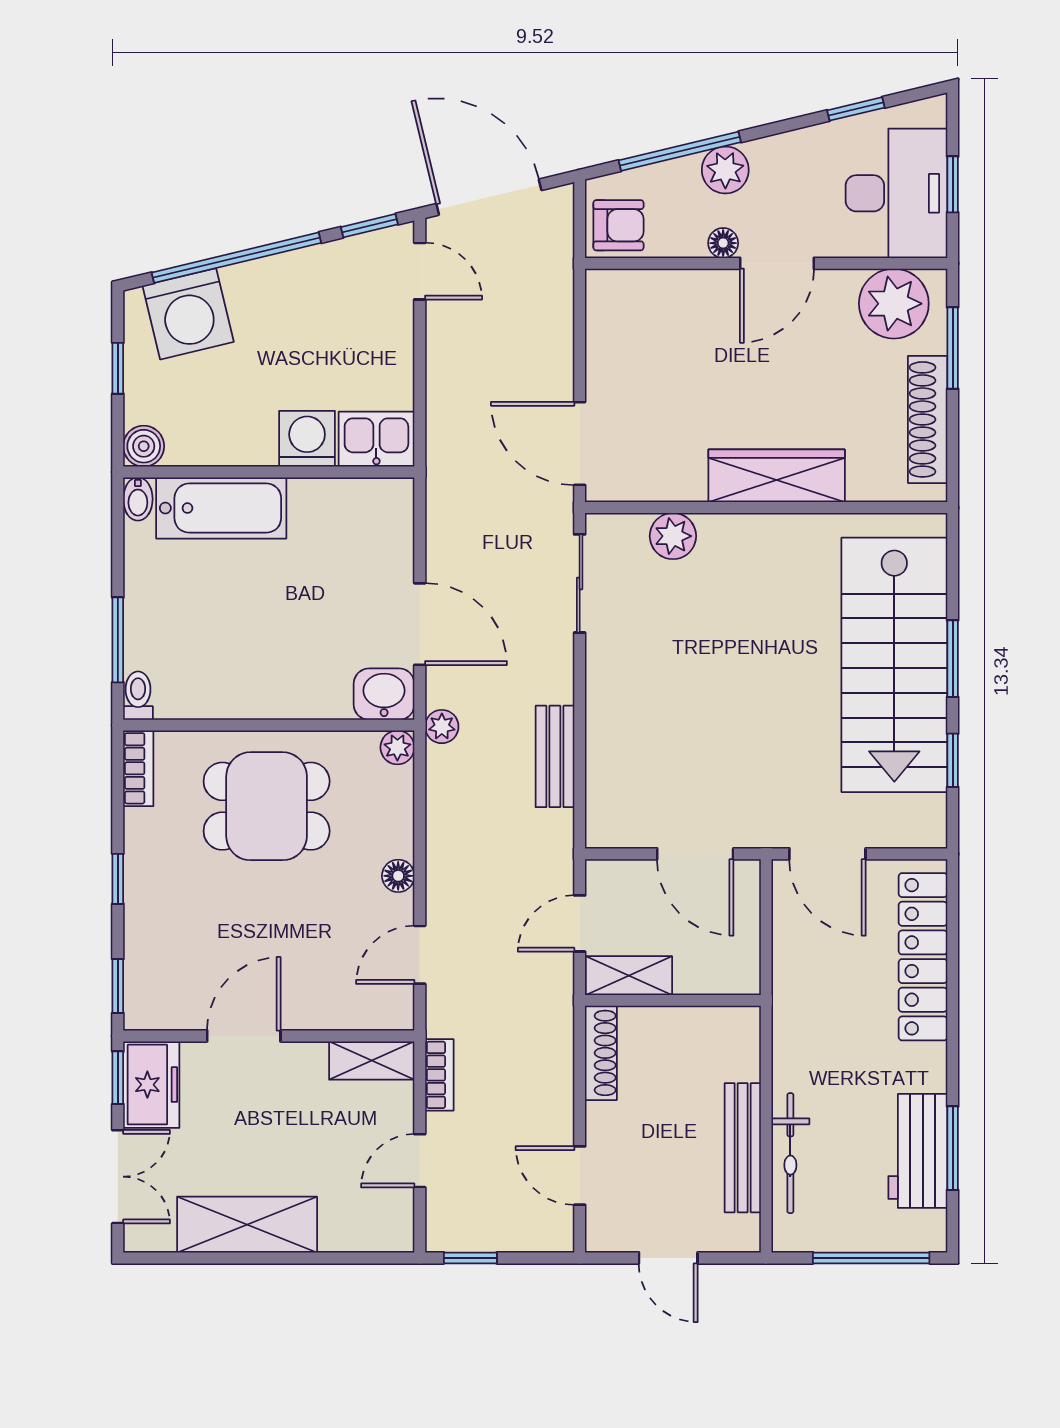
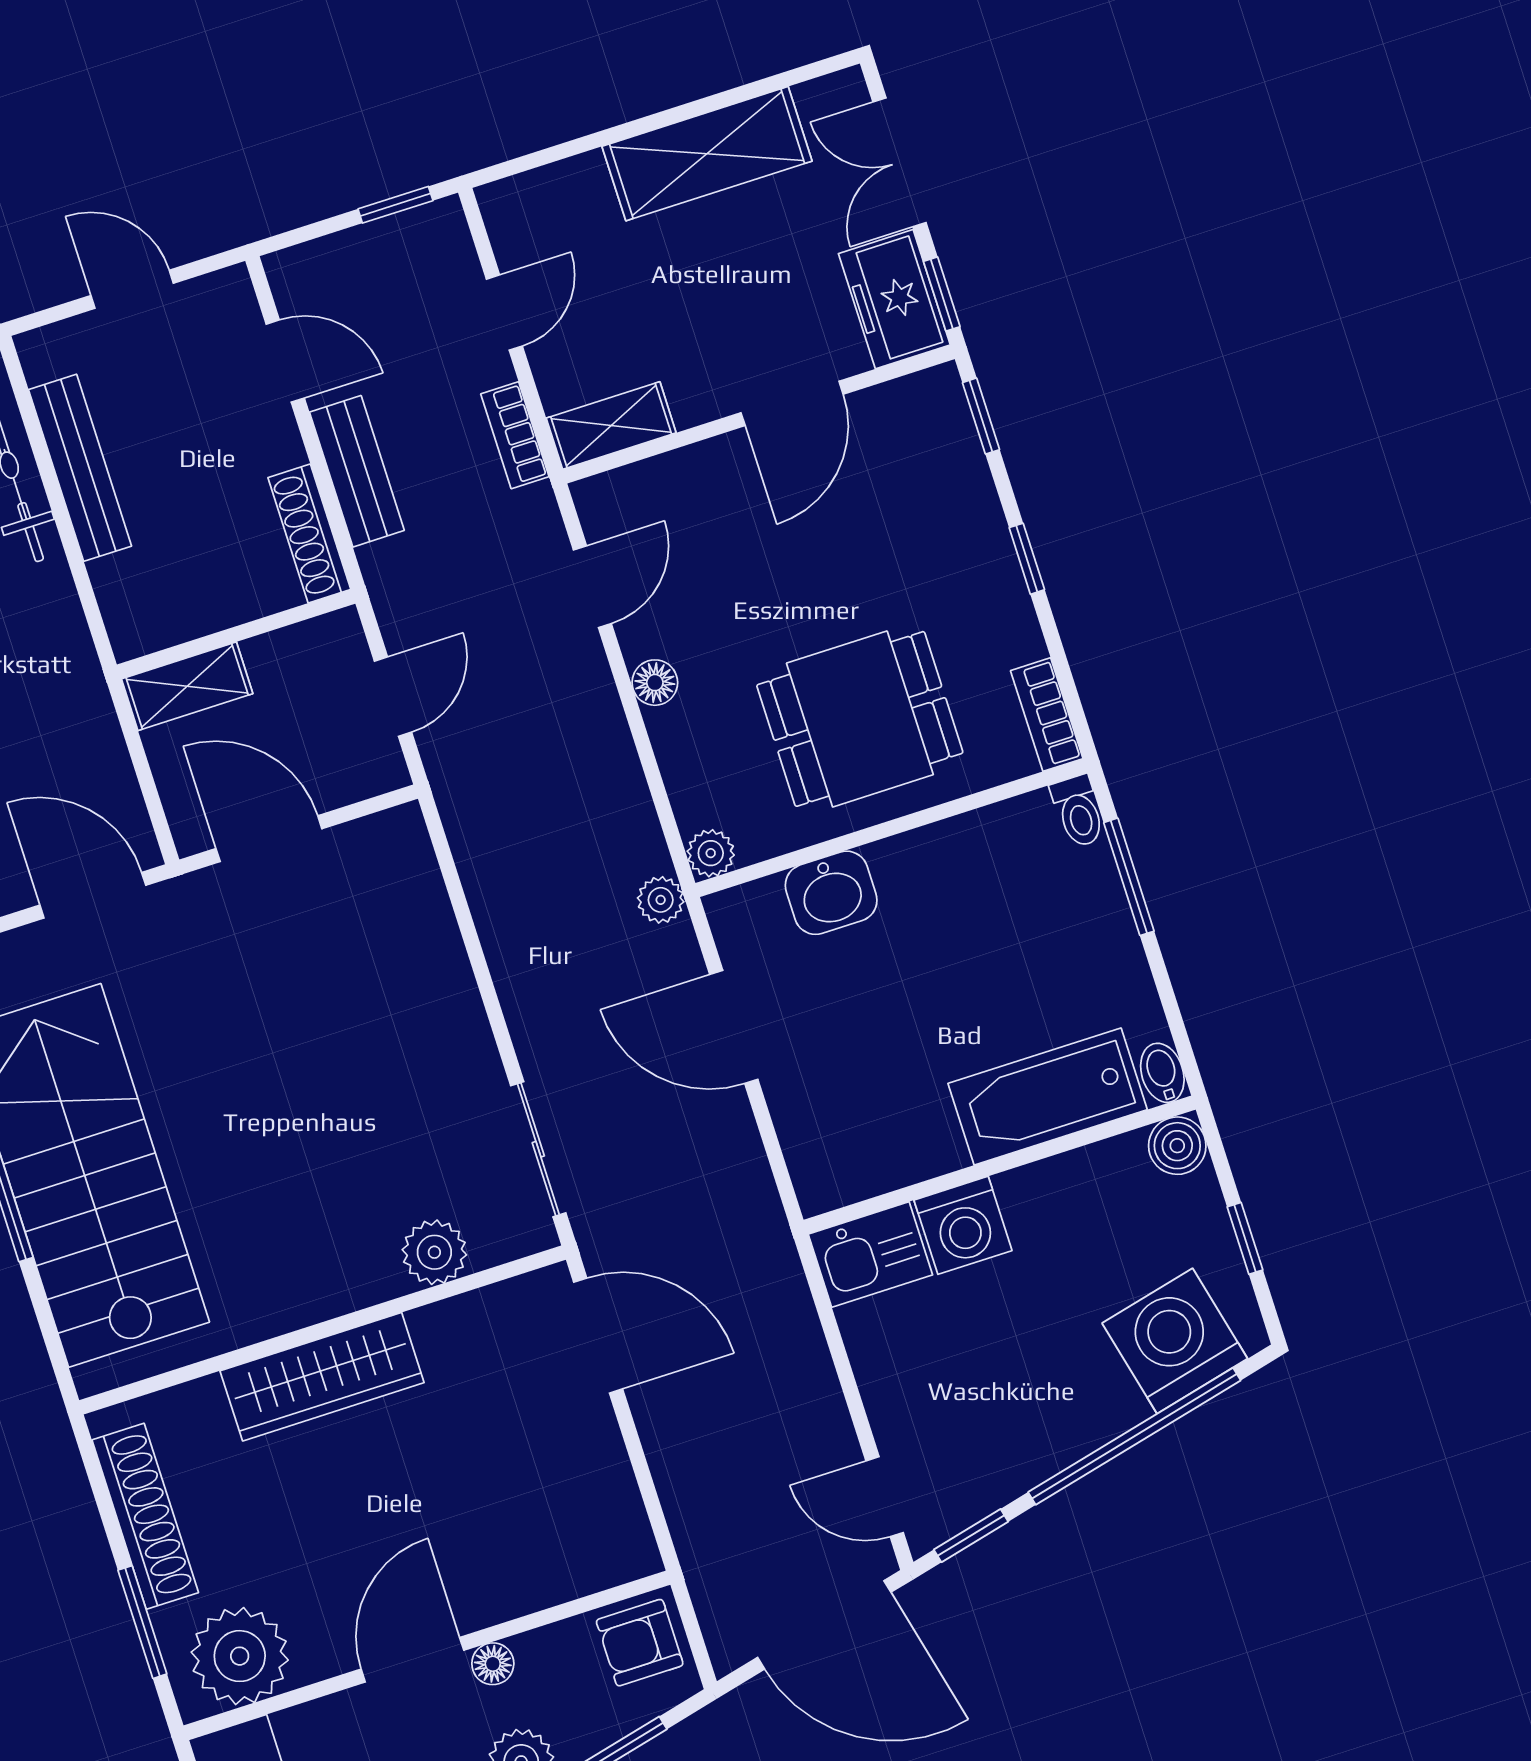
washbasin: (384, 694) -> (831, 893), moved
bench: (555, 756) -> (357, 471), moved
shelving: (629, 976) -> (187, 686), moved

